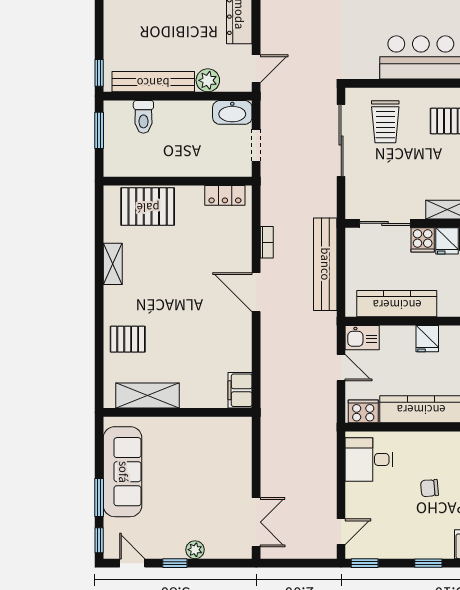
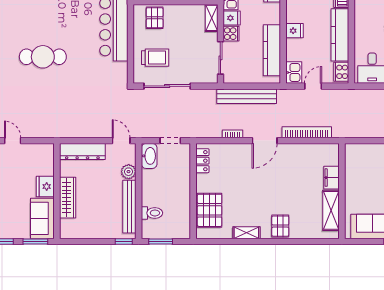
pallet: (128, 339) -> (280, 226), moved
bookcase: (269, 358) -> (307, 132), added
filing cabinet: (240, 390) -> (331, 178), moved, turned 90

